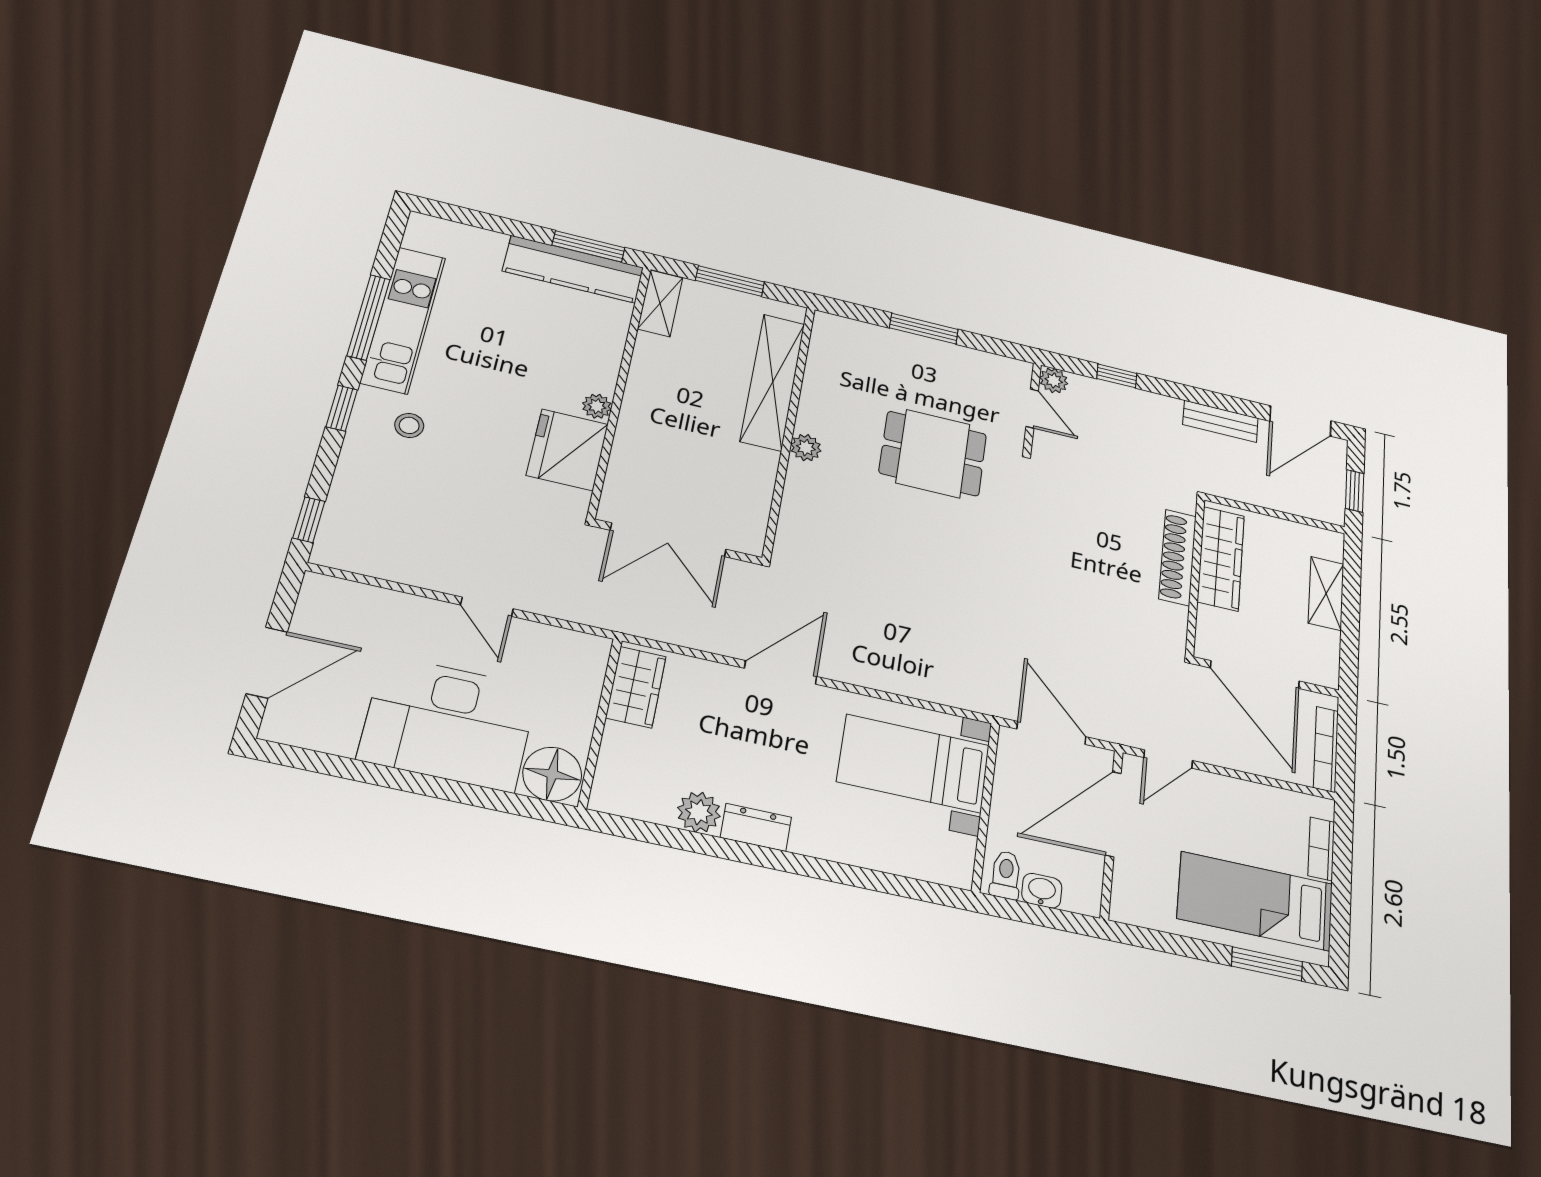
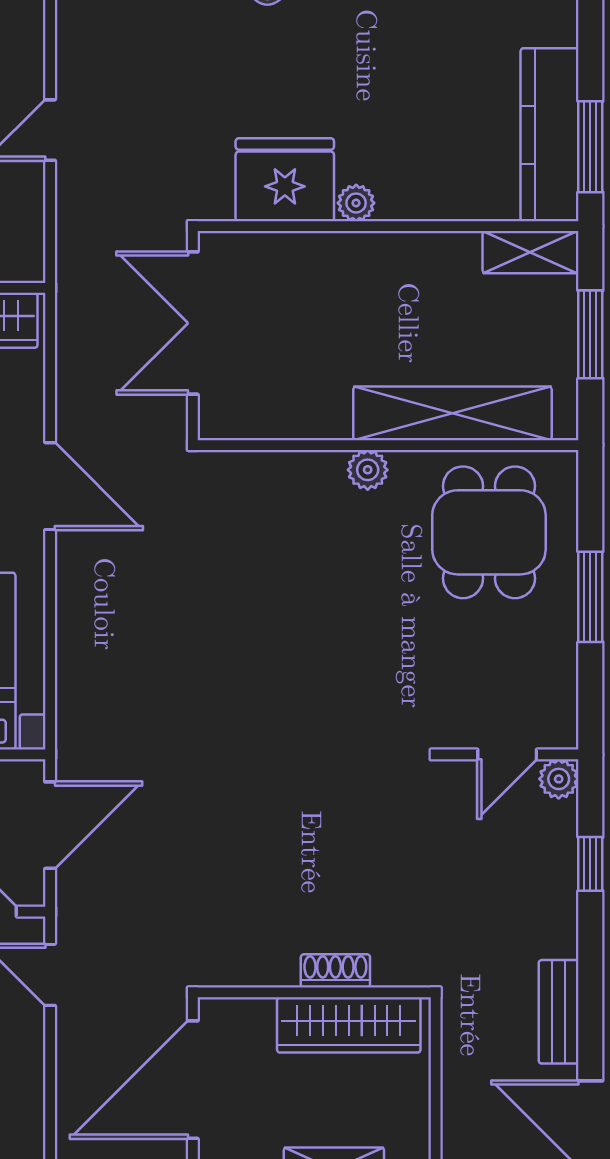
dining table: (933, 454) -> (489, 532), moved
shoe rack: (1178, 557) -> (335, 971), width x0.51, depth x0.81

